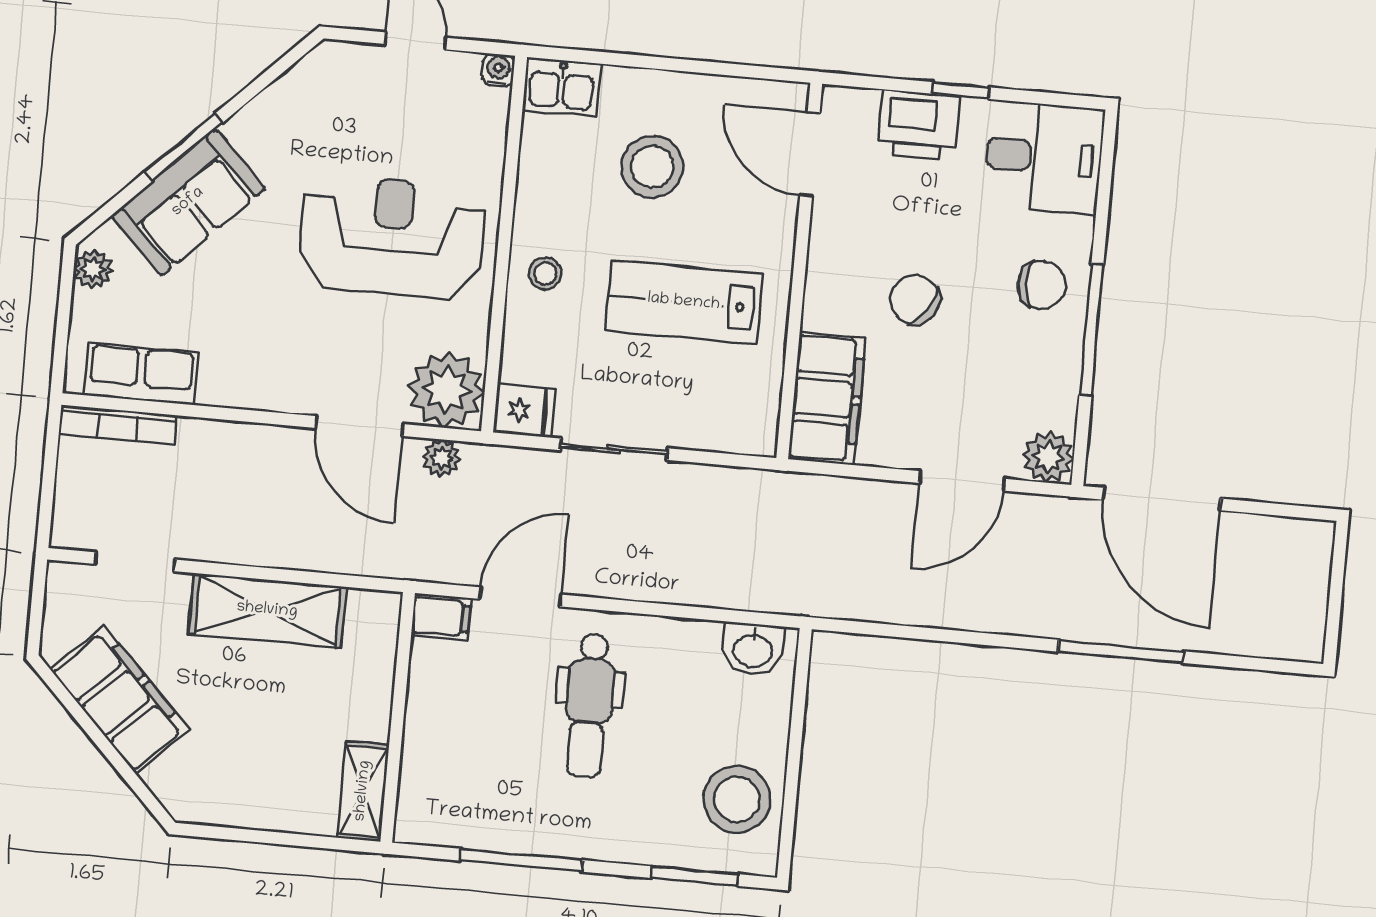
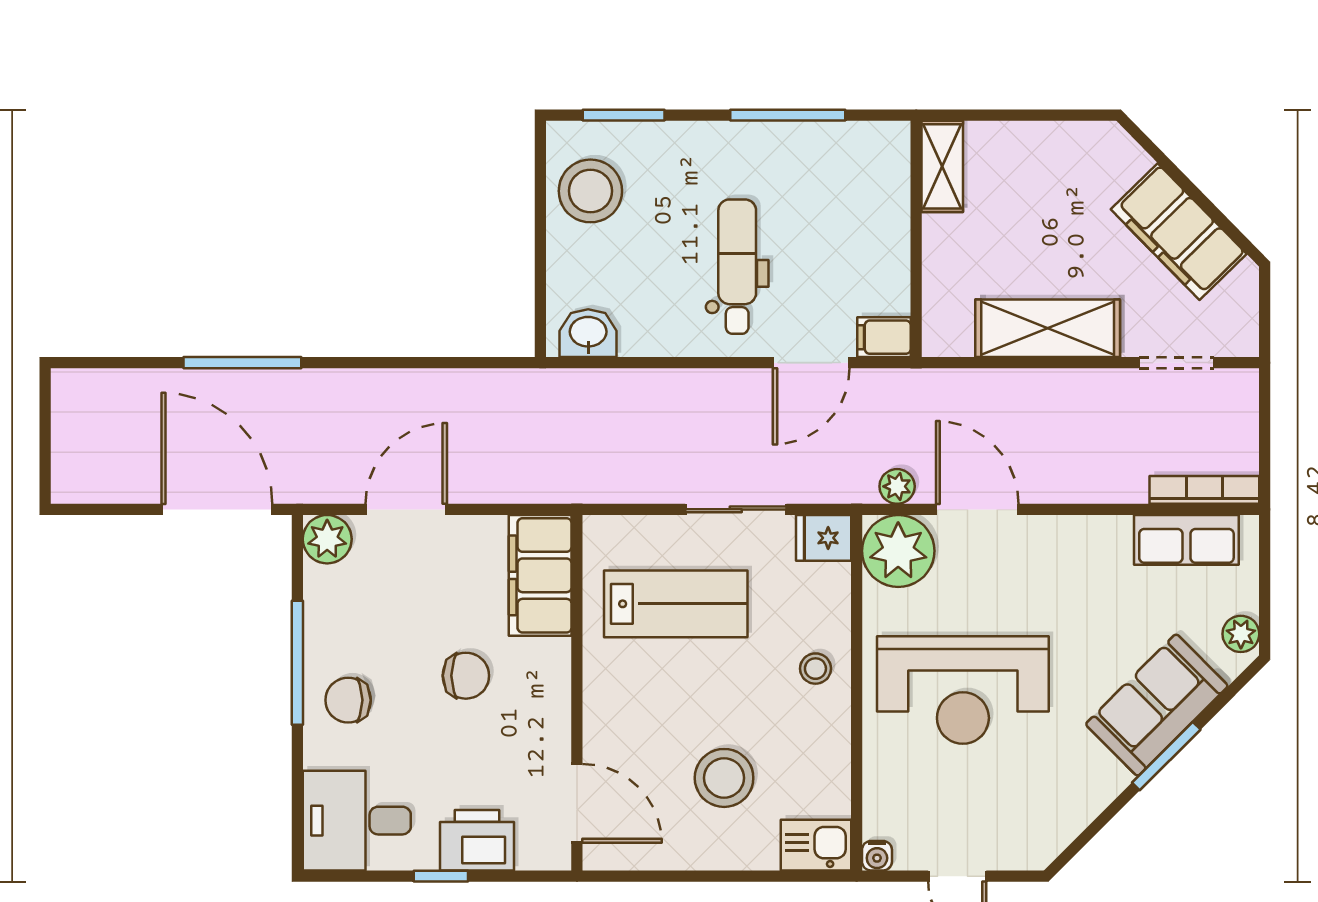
chair: (915, 300) -> (466, 676), turned -34
lab bench: (684, 302) -> (676, 604), moved

